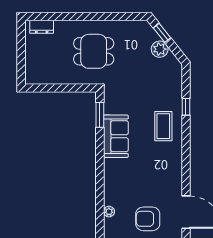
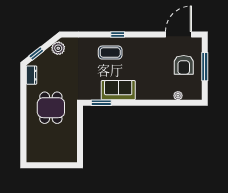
dresser: (42, 27) -> (31, 75), moved
plant: (160, 49) -> (58, 48), moved
window: (186, 107) -> (118, 35), moved

